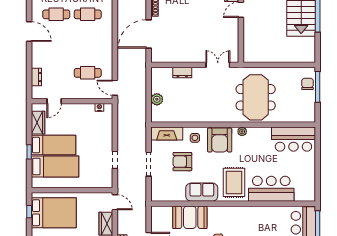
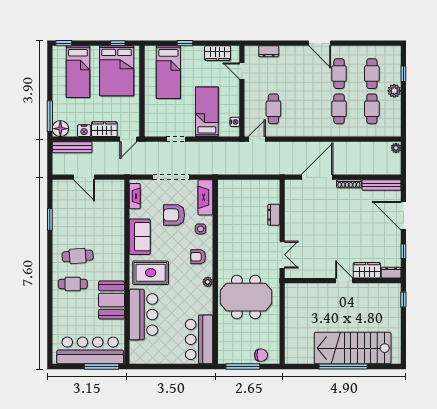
door: (29, 32) -> (320, 43), hinge flipped
door: (149, 34) -> (317, 177), hinge flipped
window: (318, 87) -> (243, 367), moved
plant: (157, 99) -> (244, 186), removed
armchair: (220, 140) -> (198, 257), width x0.53, depth x0.53
bed: (54, 145) -> (207, 112), moved, turned 180
armchair: (182, 162) -> (174, 215), turned -90
doorway: (149, 164) -> (171, 177), width x1.36
fireplace: (166, 197) -> (135, 196), added
booth: (190, 217) -> (112, 300), moved

